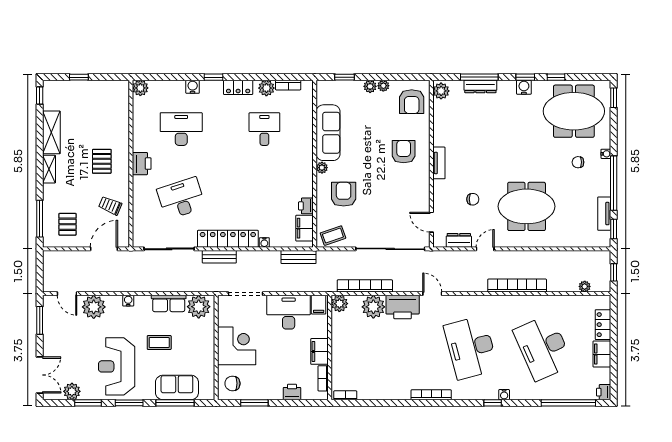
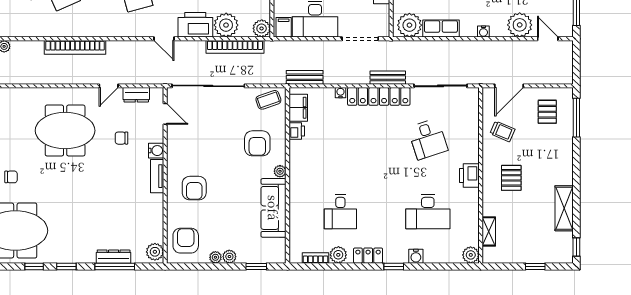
water cooler: (524, 87) -> (156, 151), moved, turned -90
shelving: (49, 169) -> (489, 231), moved
desk: (181, 198) -> (428, 139), width x0.73

